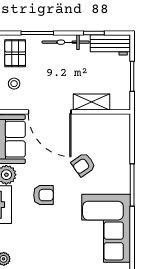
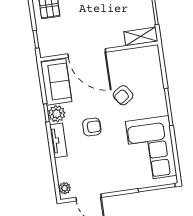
stool: (14, 84) -> (52, 33), removed
shelving: (91, 102) -> (141, 36), moved

